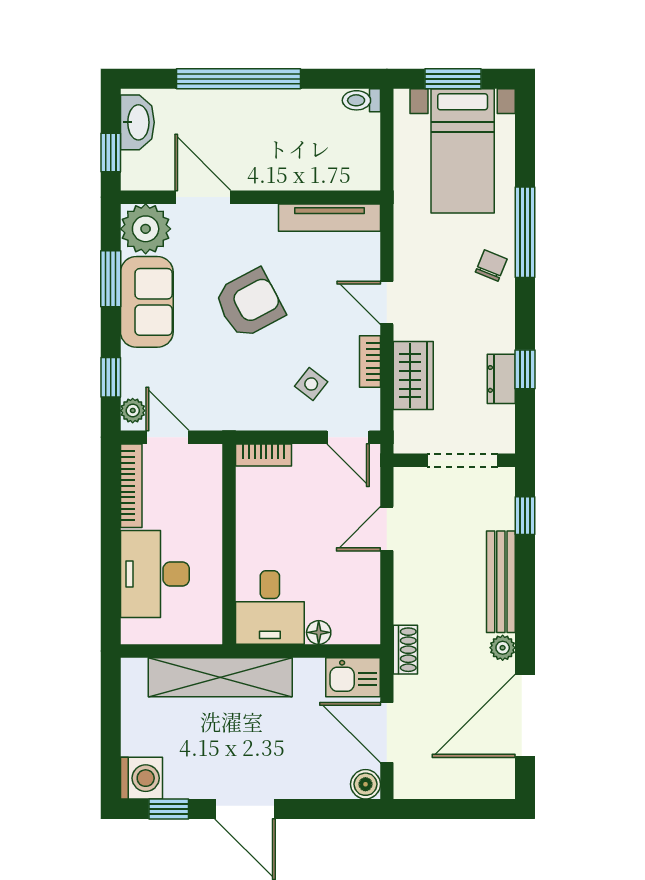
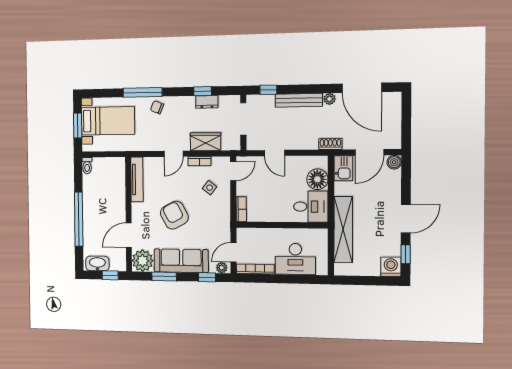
sofa: (147, 302) -> (181, 261), width x1.36
floor lamp: (319, 632) -> (317, 179), width x1.89, depth x1.89

